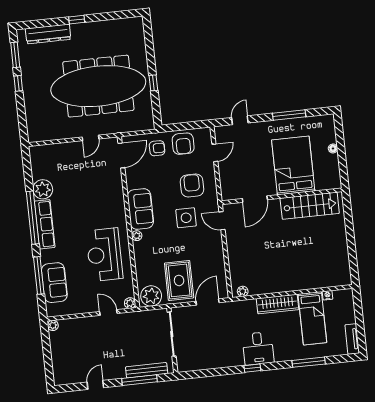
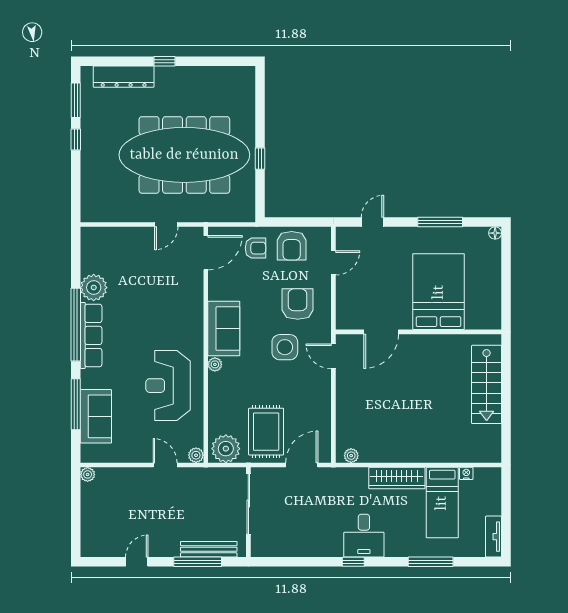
floor lamp: (333, 148) -> (495, 233), moved
stairs: (310, 206) -> (487, 384), moved, turned 90

